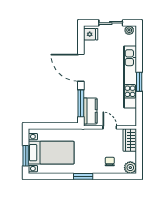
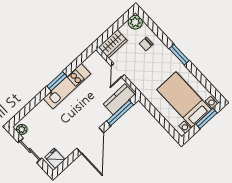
kitchen unit: (130, 77) -> (67, 86), width x0.73

